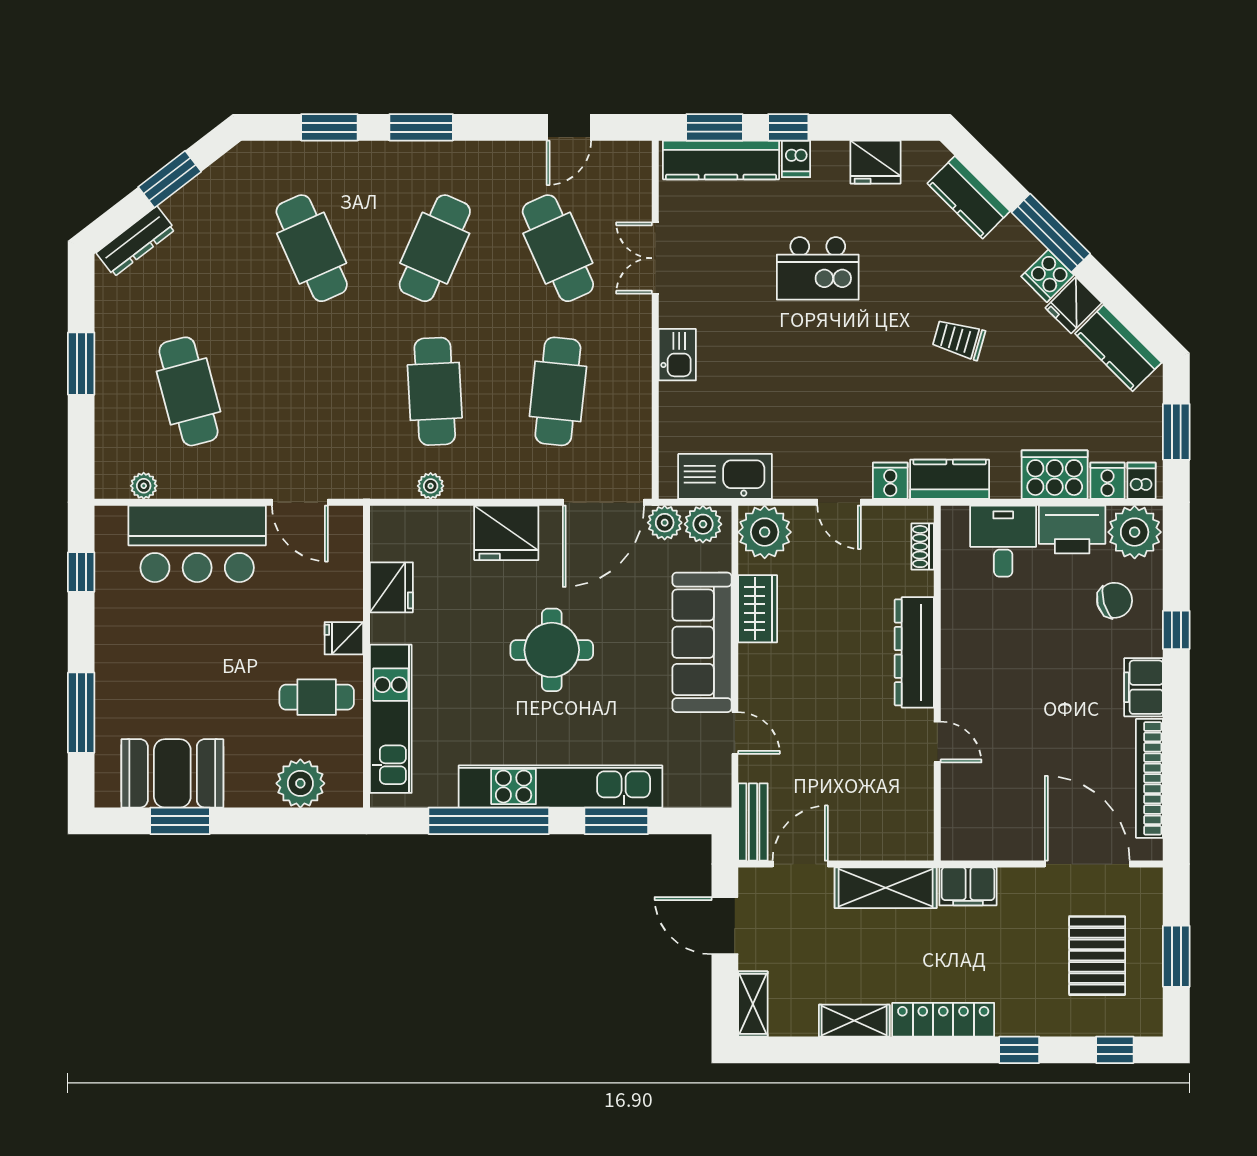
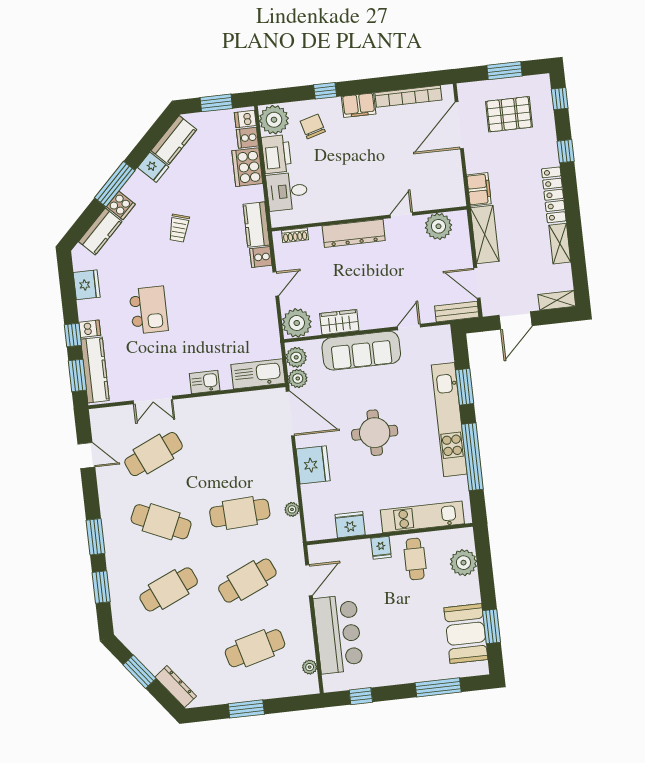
cooker: (1048, 276) -> (121, 205), moved
cafe table: (558, 391) -> (247, 581), moved, turned -30
kitchen sink: (725, 476) -> (258, 374), moved, turned 90
plant: (910, 806) -> (438, 226), added

